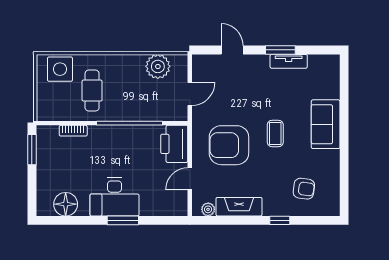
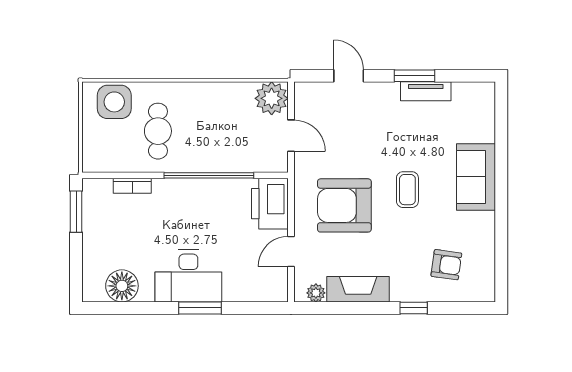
plant: (158, 66) -> (272, 98), moved
door: (190, 94) -> (291, 136), hinge flipped

